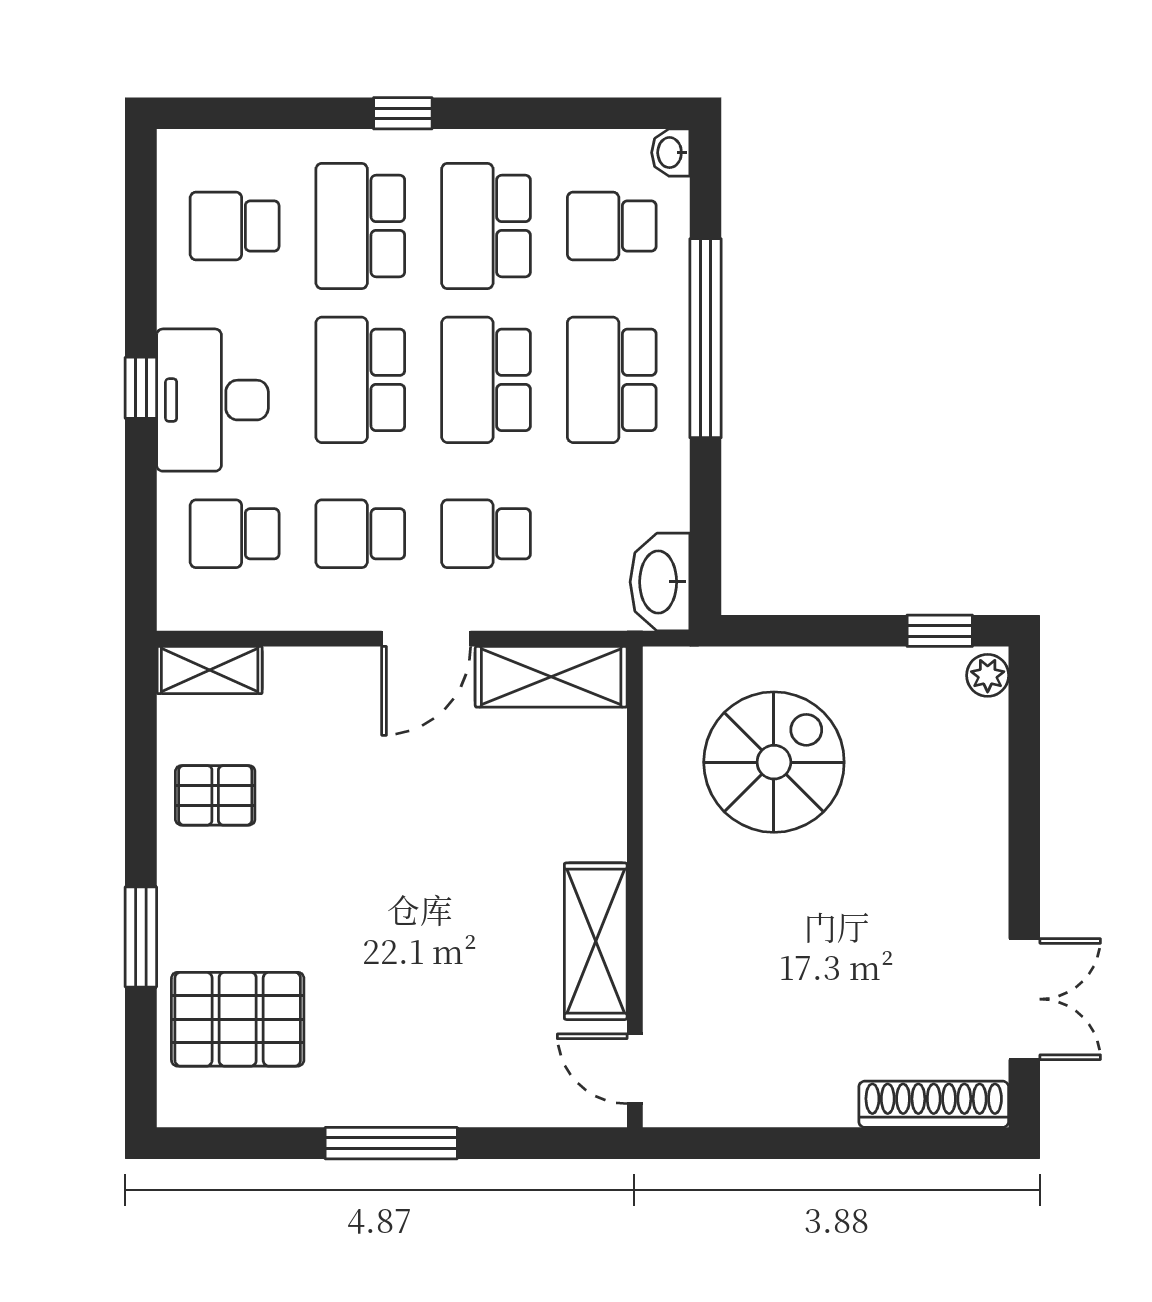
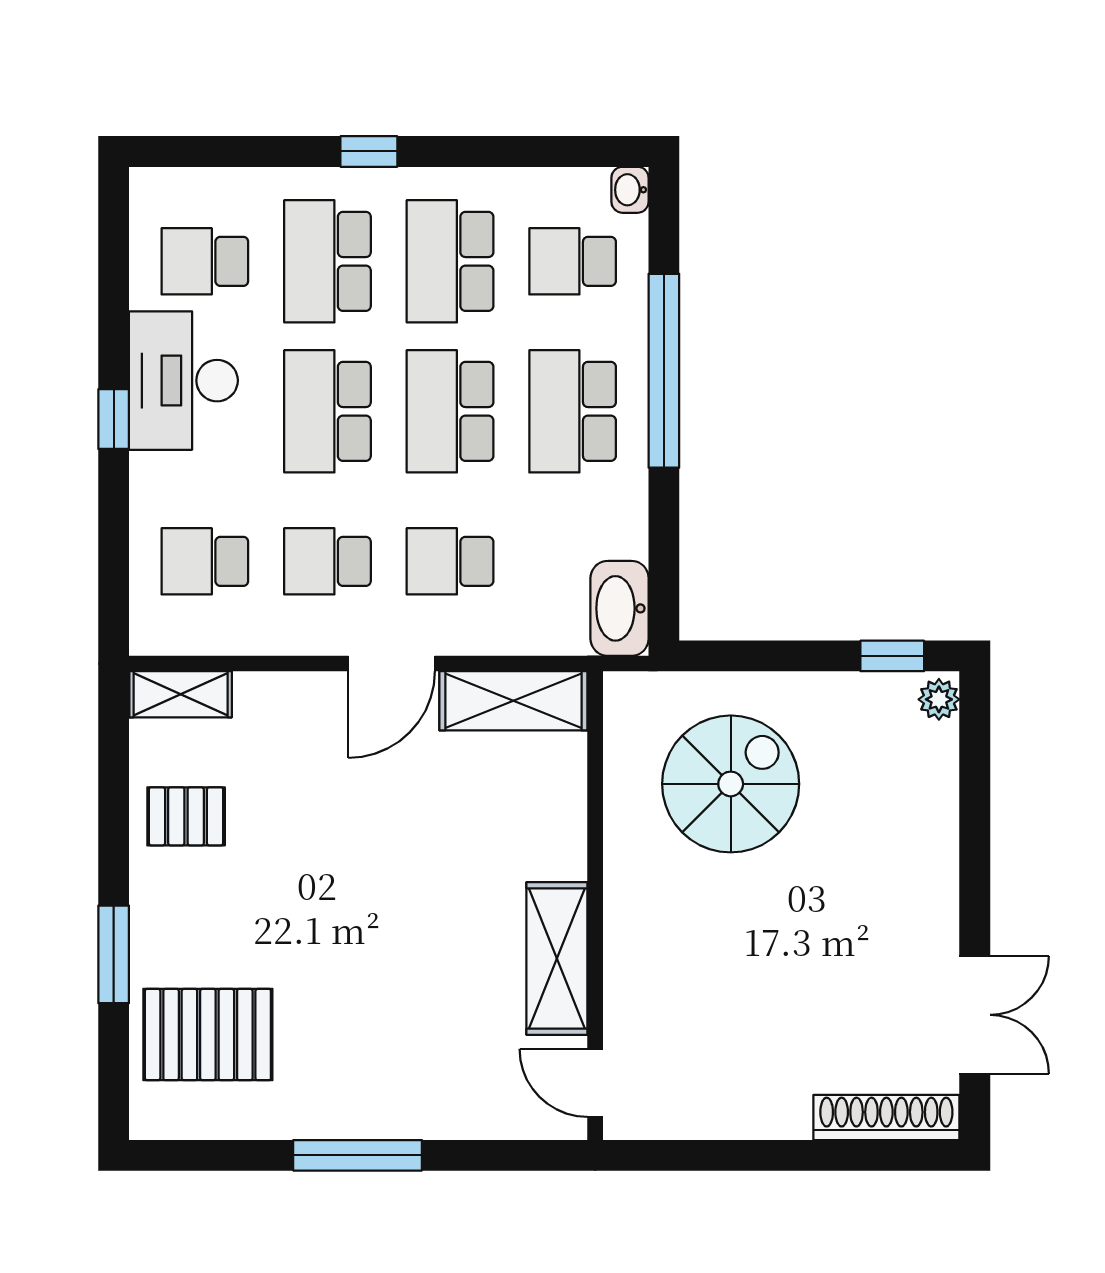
desk: (212, 400) -> (183, 381), moved

